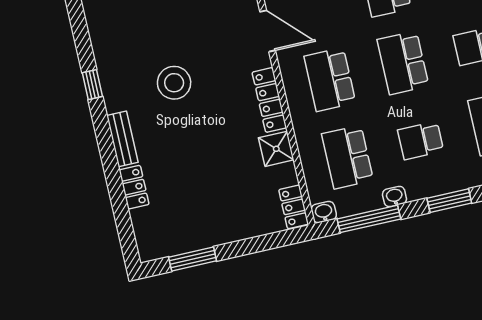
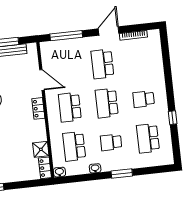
locker: (269, 100) -> (38, 108), width x0.66
shower: (276, 149) -> (41, 149), moved
window: (369, 219) -> (81, 178), removed

